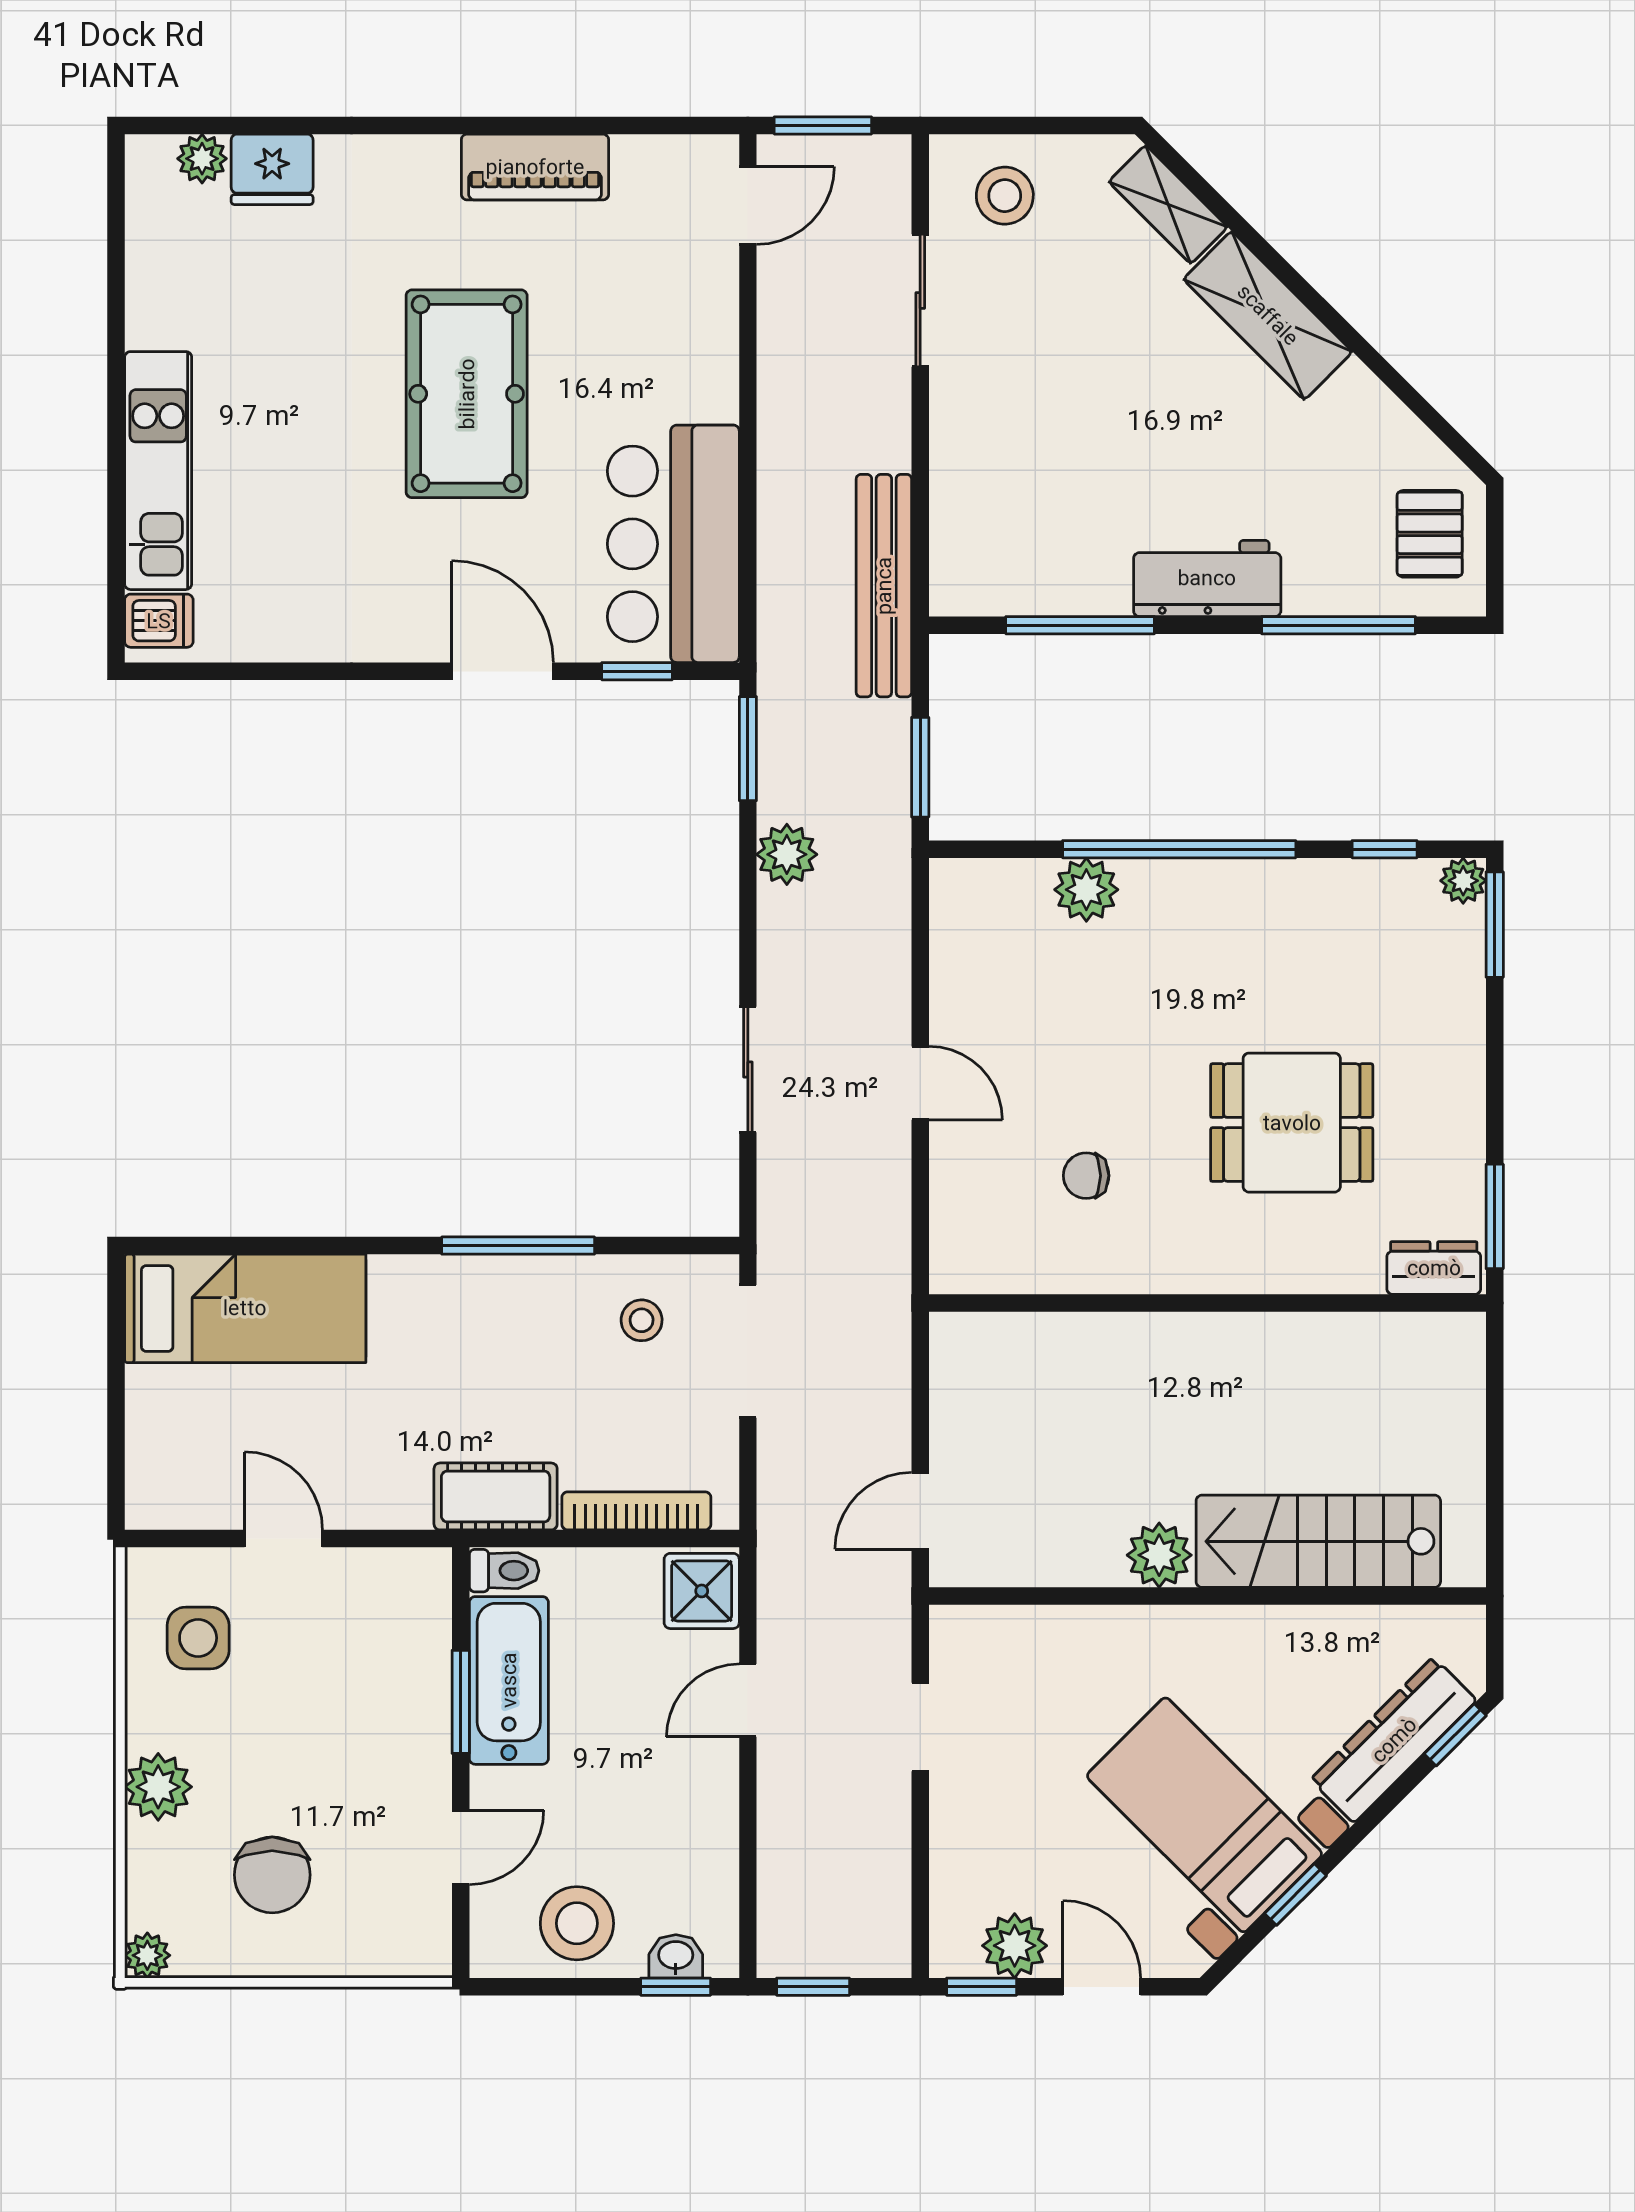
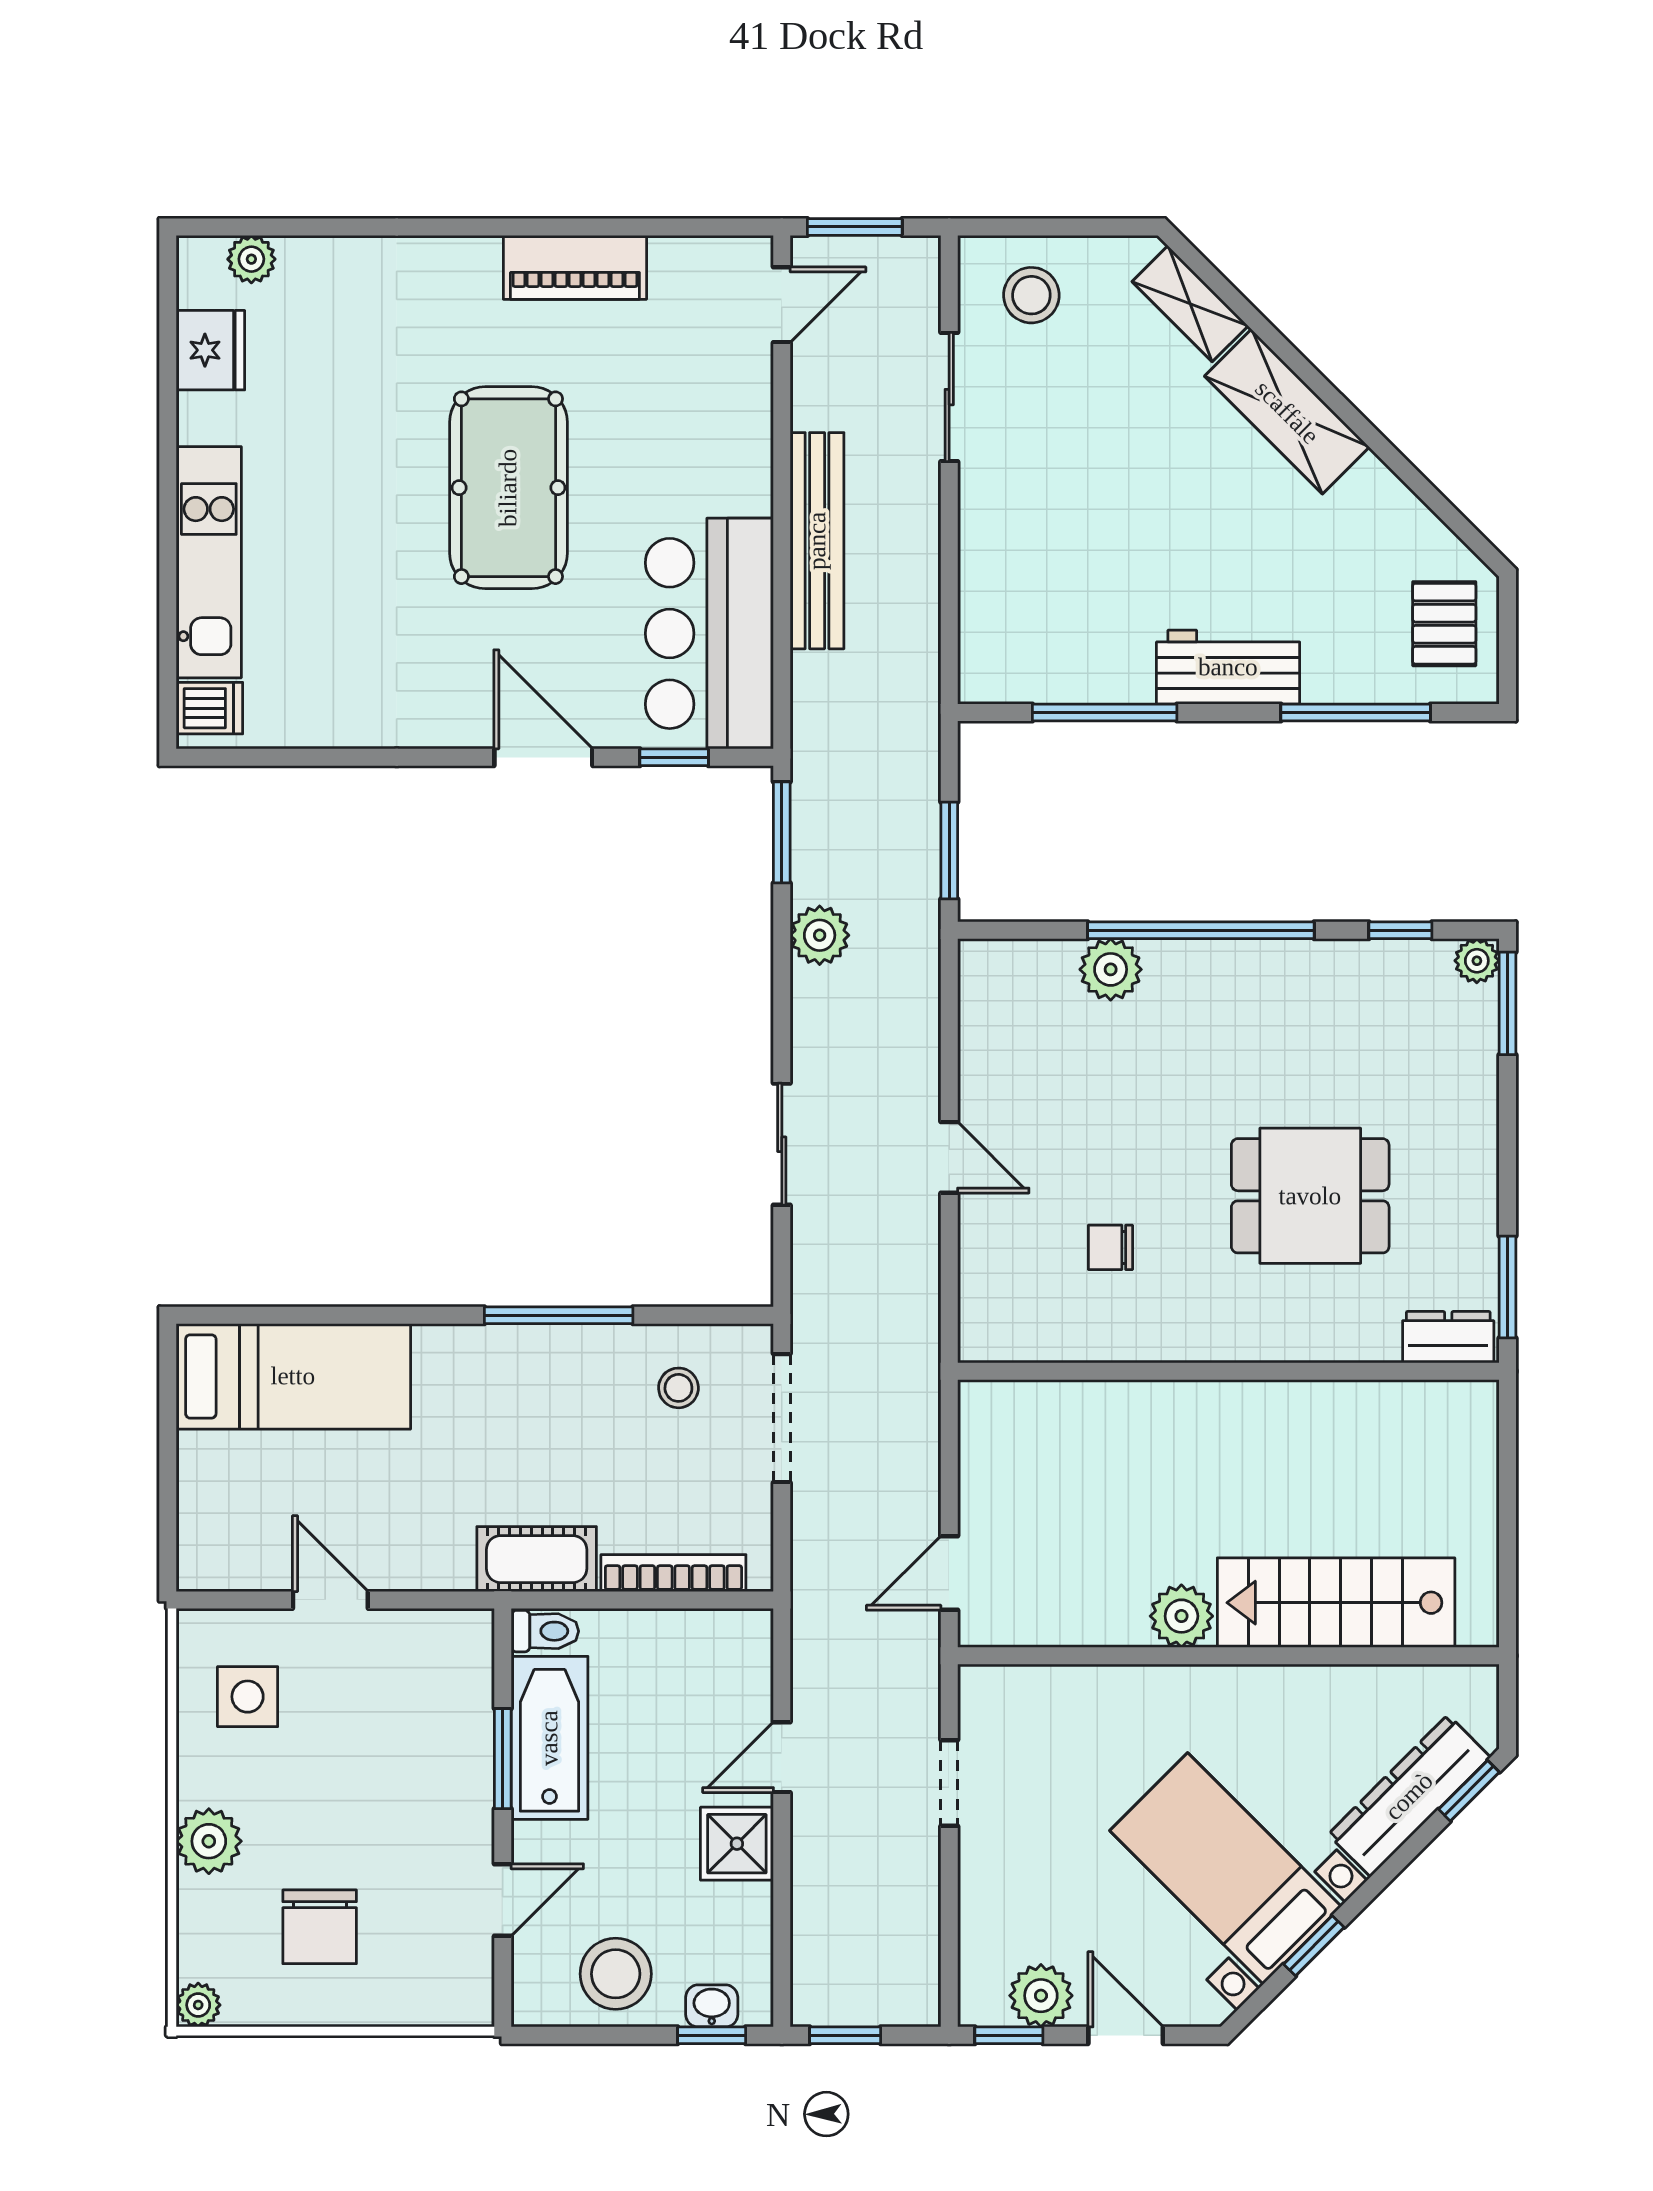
fridge: (272, 169) -> (210, 350), moved, turned -90
bench: (884, 586) -> (817, 541), moved
shower: (702, 1591) -> (737, 1844), moved

